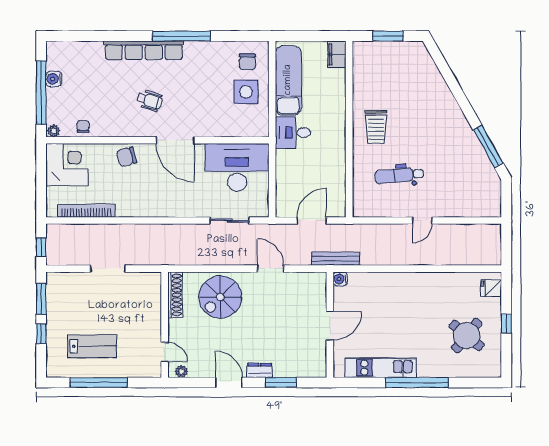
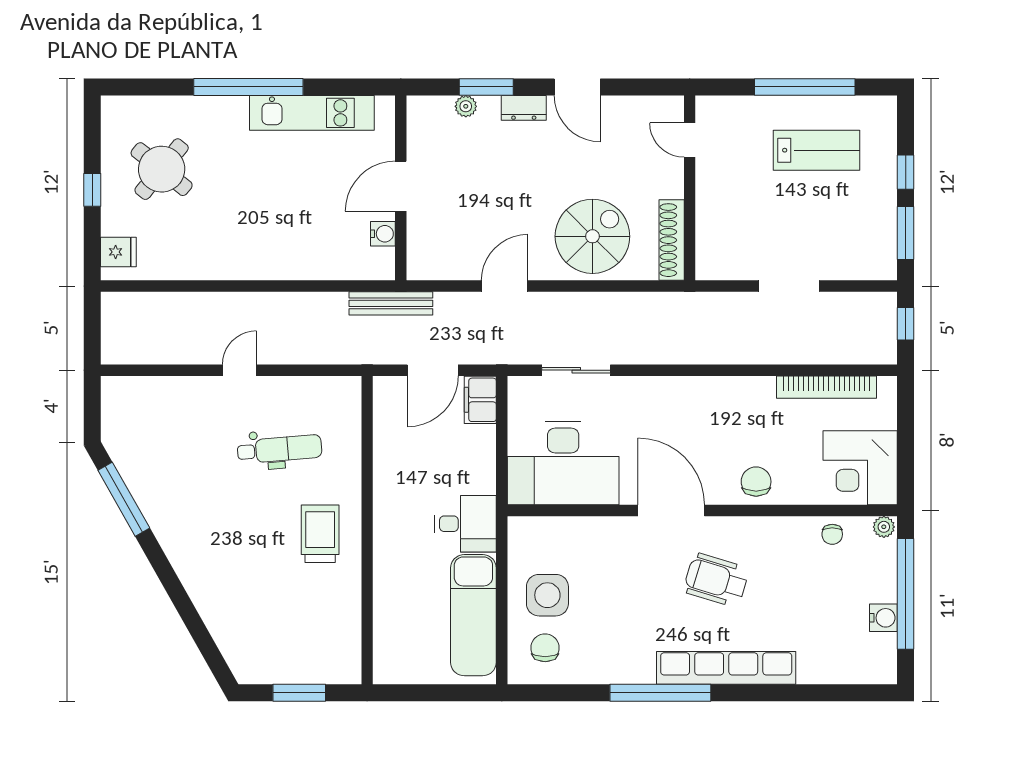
filing cabinet: (337, 54) -> (480, 400), moved, turned 180
wheelchair: (149, 100) -> (716, 580), width x1.36, depth x1.37
chair: (127, 157) -> (756, 482), turned -76
door: (270, 269) -> (505, 286), swing flipped
water cooler: (340, 279) -> (383, 234), moved
lab bench: (92, 346) -> (817, 150), turned 180
plant: (181, 371) -> (466, 106), moved

